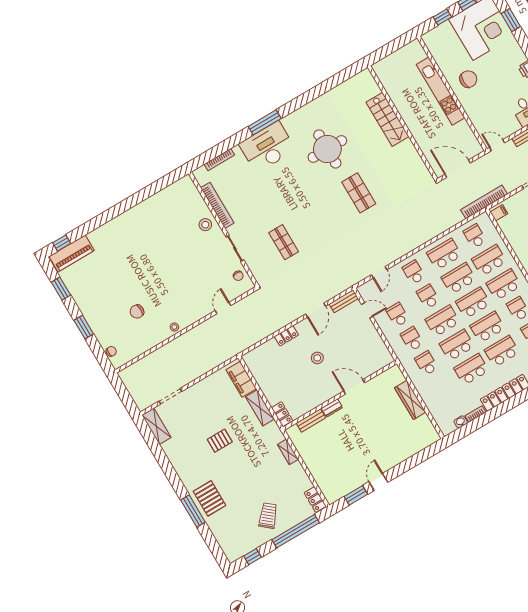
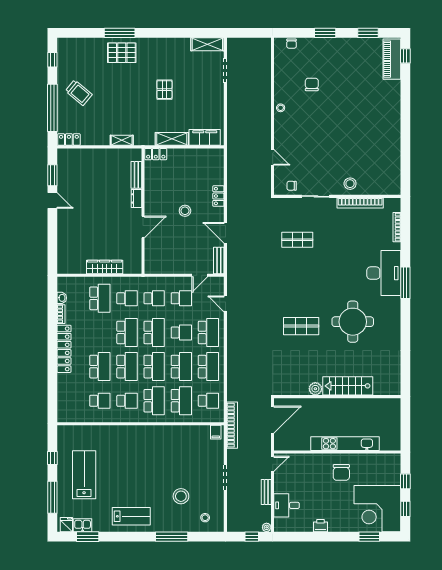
plant: (407, 147) -> (315, 389), added
school desk: (414, 272) -> (208, 332), width x1.85
school desk: (471, 369) -> (100, 298), moved

